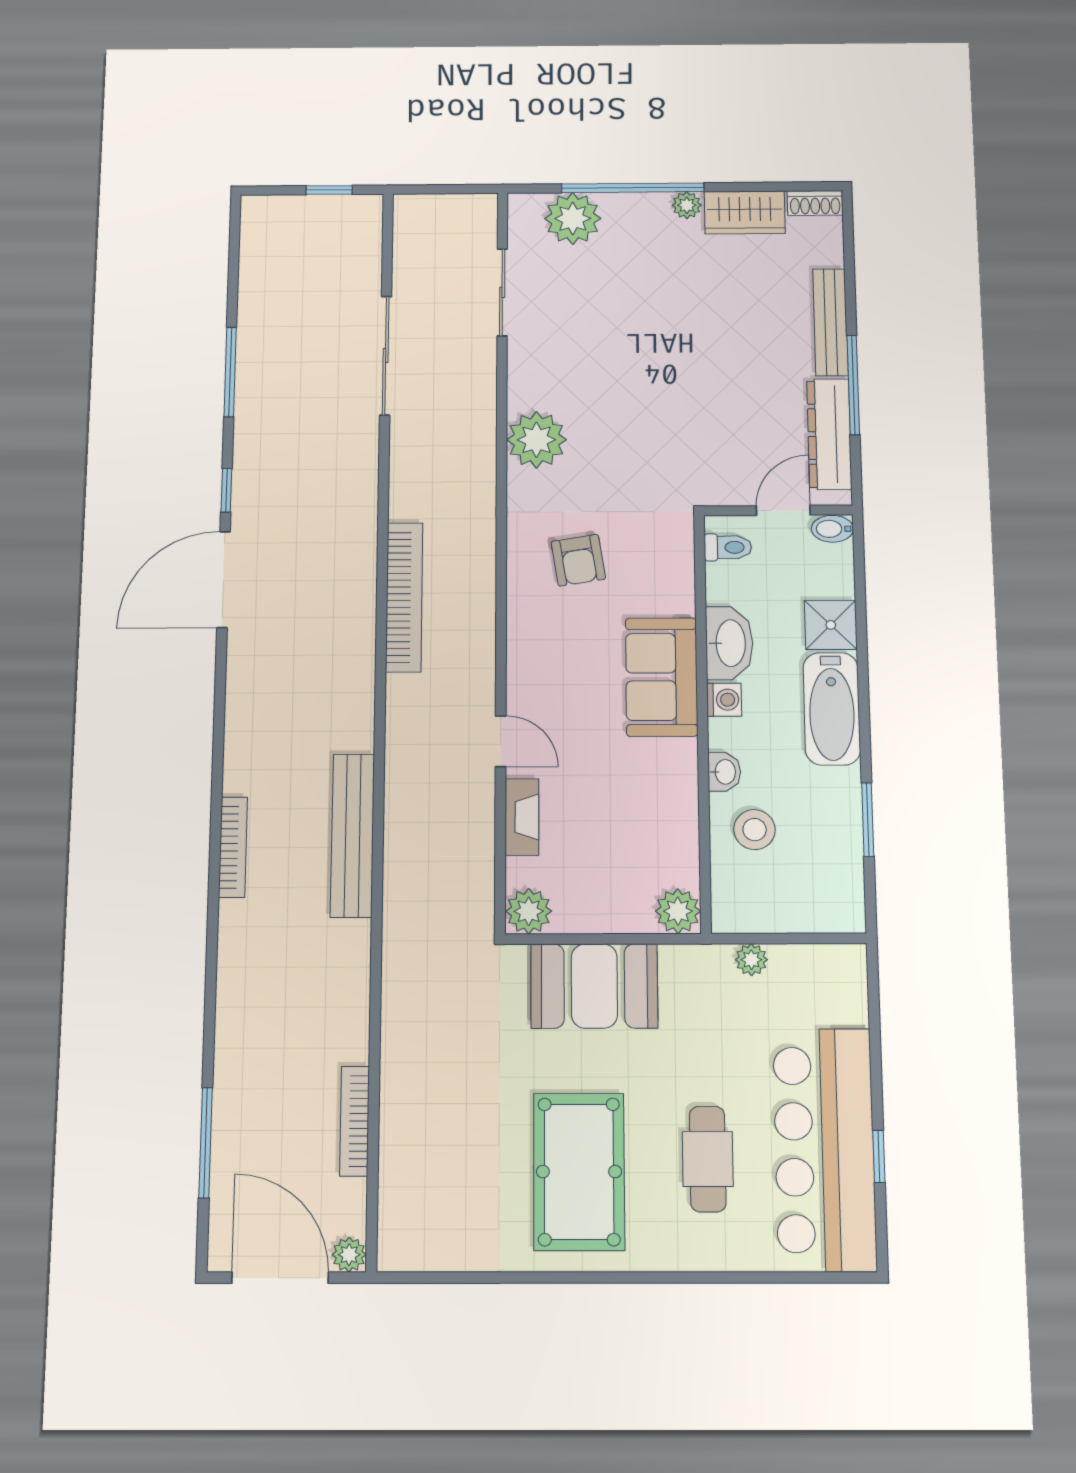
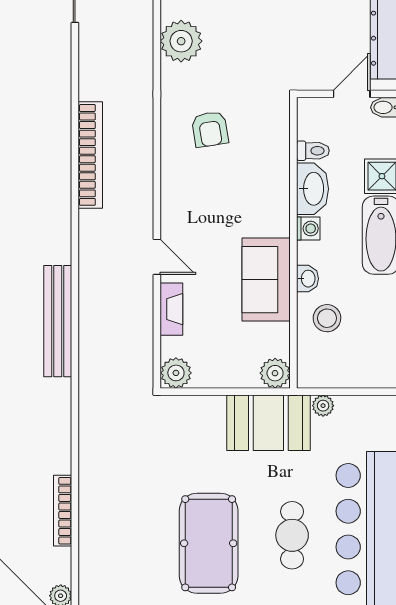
toilet: (728, 547) -> (313, 151), moved
sofa: (662, 677) -> (266, 280), moved
booth: (594, 986) -> (268, 423), moved

